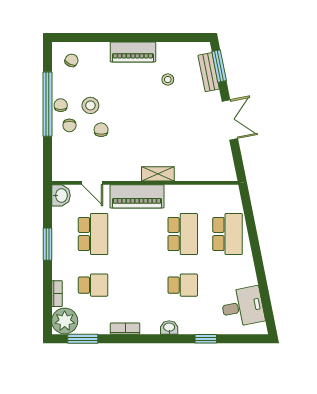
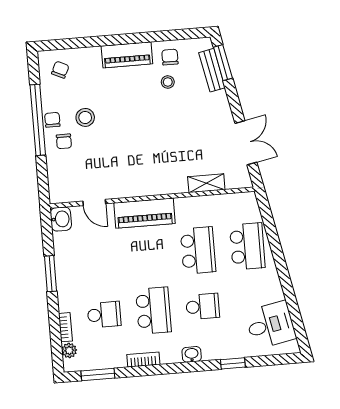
double door: (230, 120) -> (246, 143), moved
chair: (101, 130) -> (170, 57), moved
shelving: (158, 174) -> (206, 183), moved
school desk: (93, 234) -> (153, 311), moved
plant: (65, 321) -> (69, 350), width x0.53, depth x0.53

